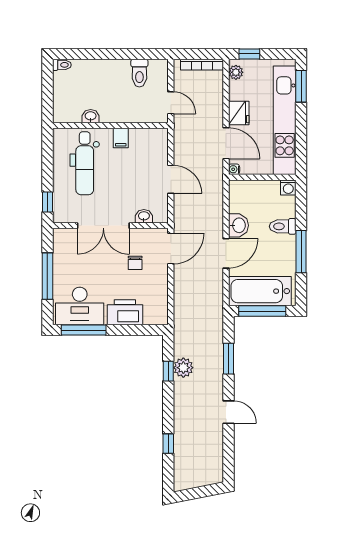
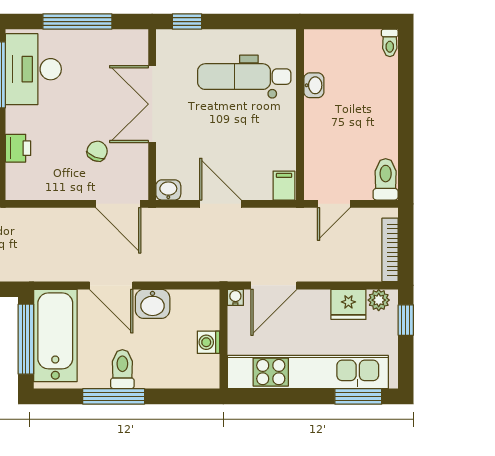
toilet: (139, 73) -> (386, 179), moved, turned 90
fridge: (239, 113) -> (348, 304), moved
filing cabinet: (121, 138) -> (284, 186), moved, turned 90
door: (171, 179) -> (220, 204), swing flipped
washing machine: (288, 187) -> (208, 342), moved
washbasin: (144, 216) -> (168, 190), moved, turned -90
toilet: (283, 226) -> (122, 369), moved
chair: (135, 263) -> (97, 151), turned 112
printer: (125, 312) -> (18, 148), width x0.53, depth x0.68

